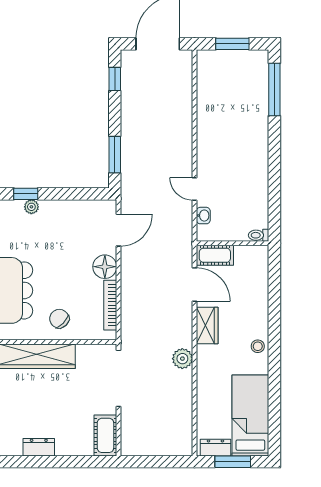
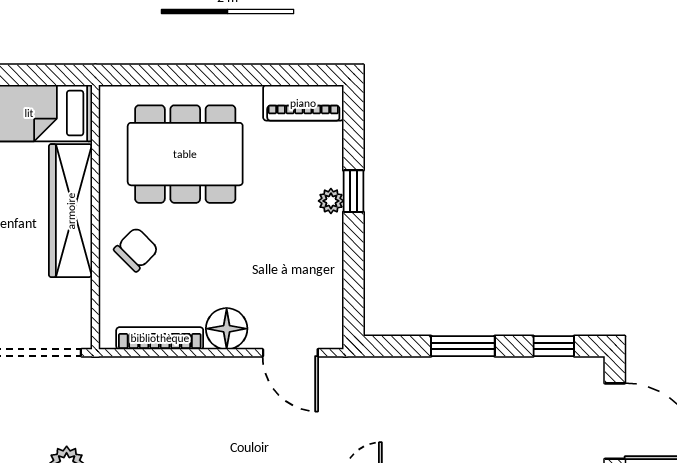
window: (115, 155) -> (463, 346), moved

